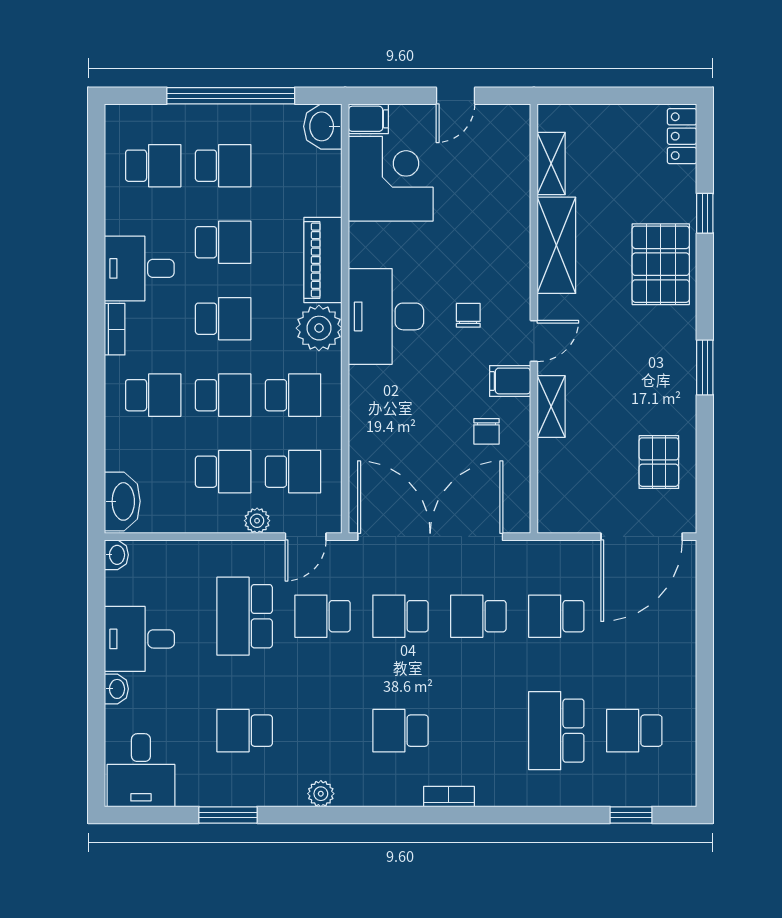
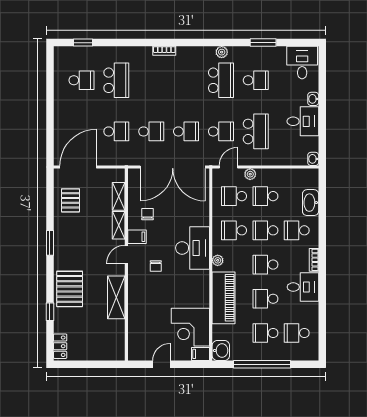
shelving: (551, 163) -> (119, 196), moved
piano: (323, 260) -> (224, 298), width x1.37, depth x1.33
desk: (386, 316) -> (193, 248), moved
plant: (319, 328) -> (218, 260), width x0.53, depth x0.53
washbasin: (122, 501) -> (311, 203), moved
school desk: (400, 731) -> (221, 80), moved, width x1.85

